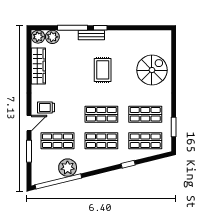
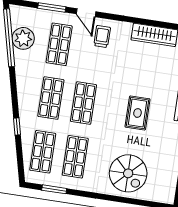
rug: (103, 70) -> (138, 113), turned 90
plant: (68, 168) -> (23, 38), moved

